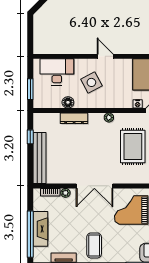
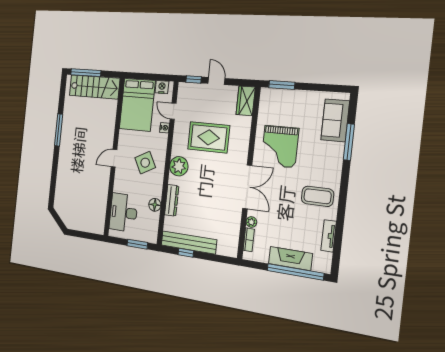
side table: (91, 82) -> (145, 163), moved
plant: (109, 118) -> (179, 166), width x1.88, depth x1.88
bench: (40, 158) -> (189, 242), moved

